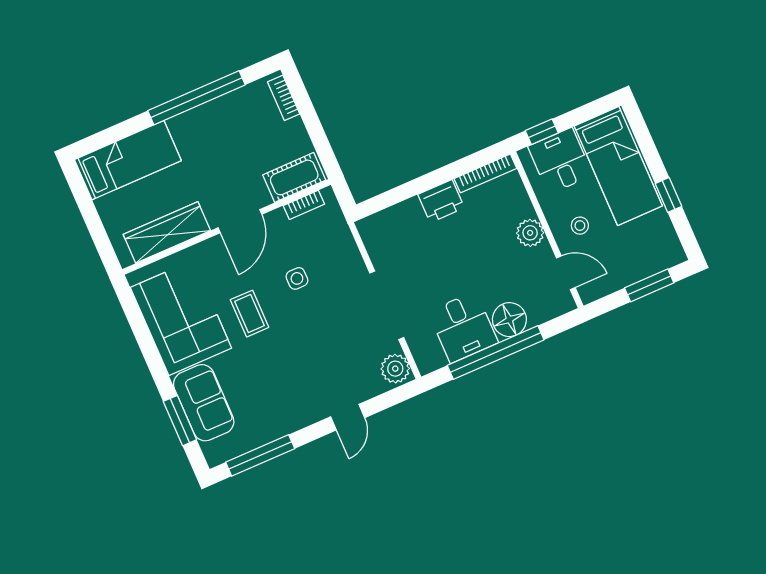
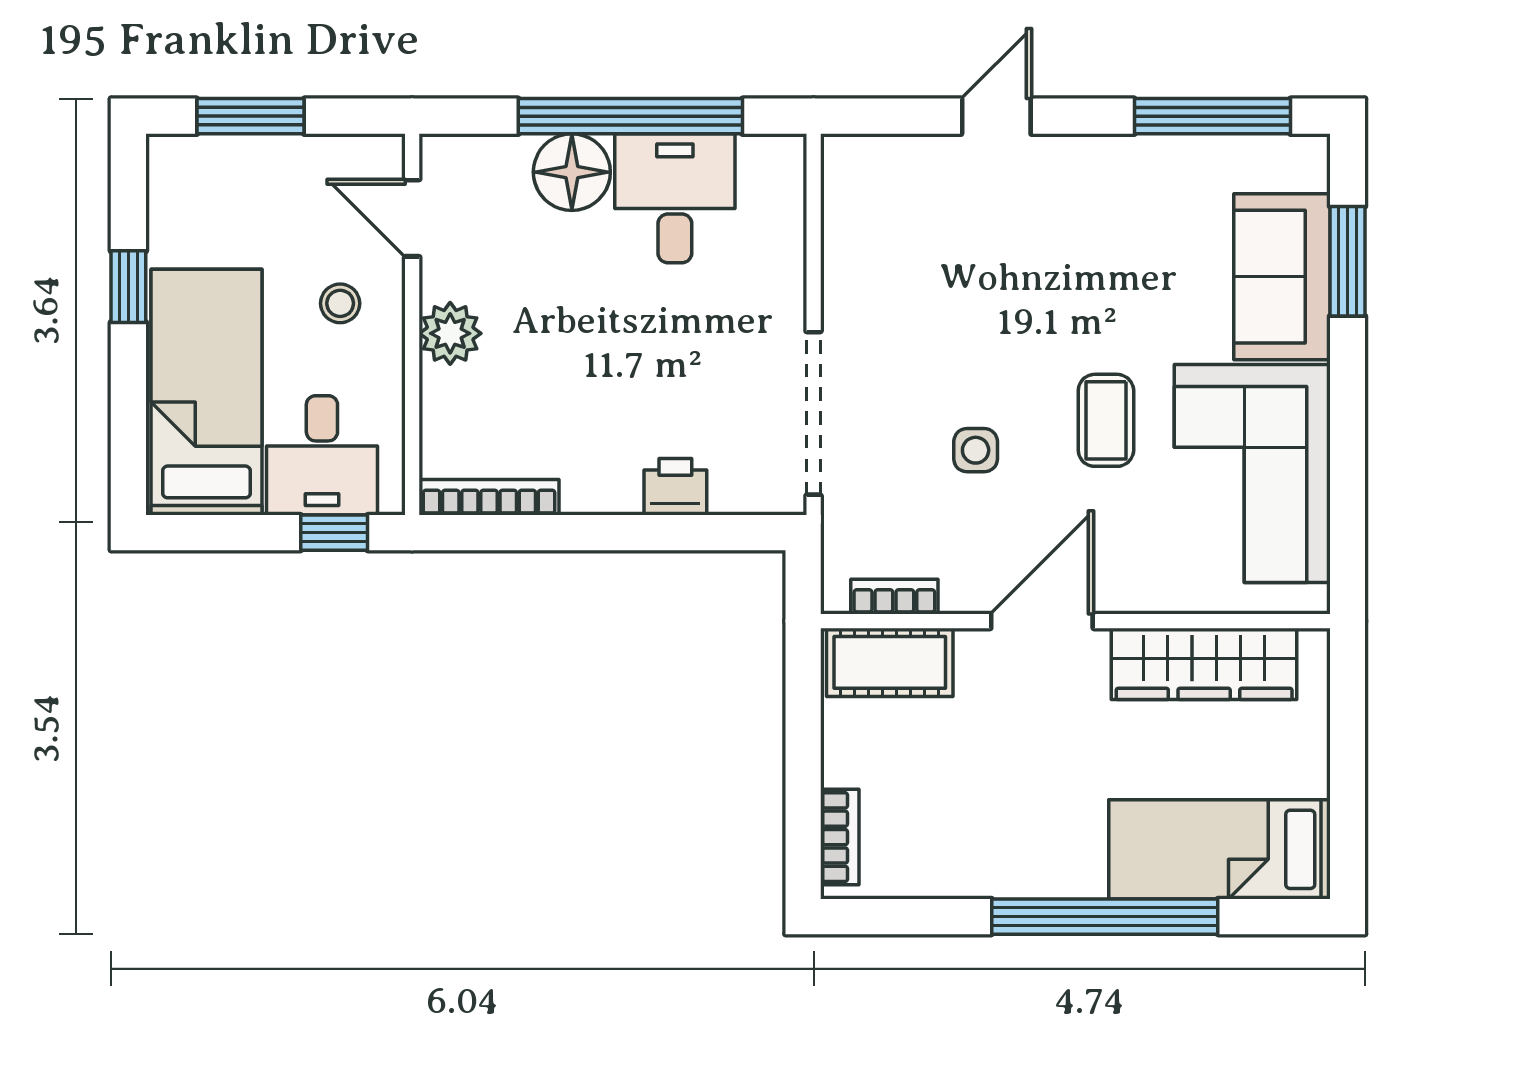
window: (197, 98) -> (1105, 917), moved
printer: (441, 201) -> (675, 487), moved, width x0.73, depth x0.81
doorway: (387, 305) -> (814, 413), moved
plant: (395, 369) -> (853, 174), removed

